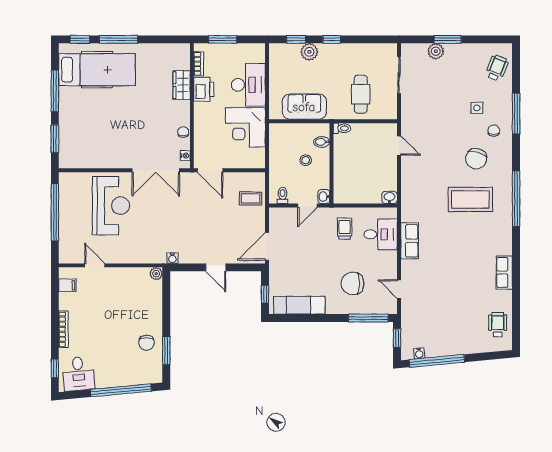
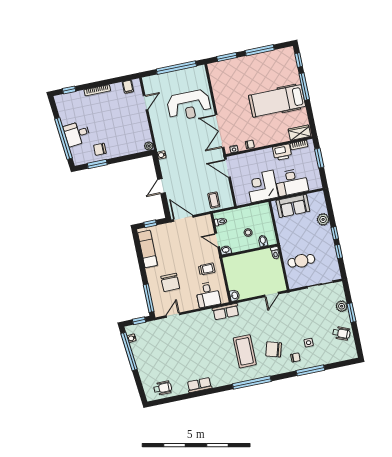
window: (296, 39) -> (339, 252), moved
wheelchair: (497, 68) -> (341, 333), moved
hospital bed: (97, 70) -> (277, 101), moved, turned 90
wardrobe: (182, 85) -> (300, 133), moved
sofa: (304, 107) -> (293, 206), moved, turned 90
door: (210, 170) -> (227, 168), hinge flipped
row of seats: (410, 241) -> (226, 312), moved
chair: (353, 283) -> (170, 282), turned 180
desk: (78, 374) -> (77, 134), moved

